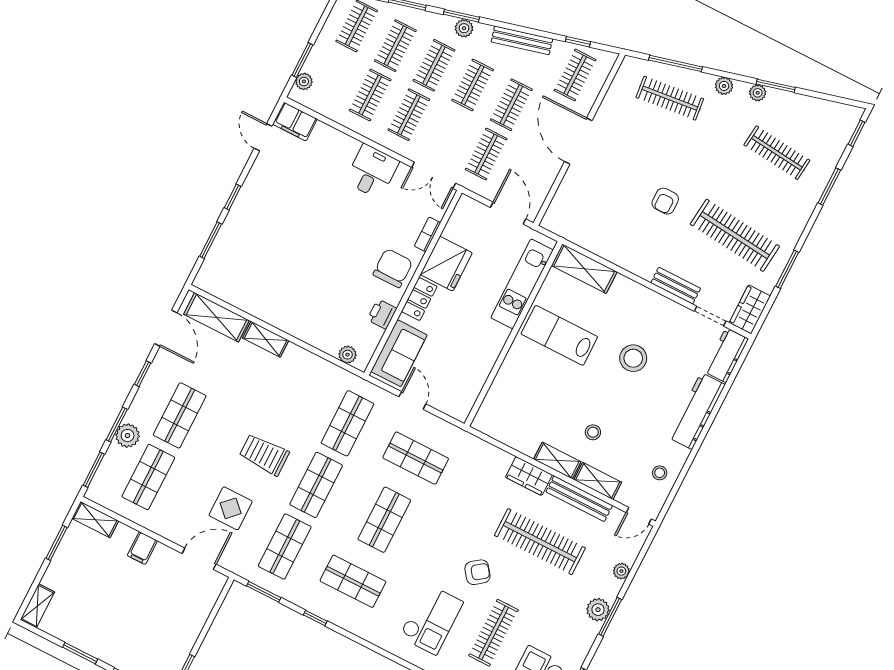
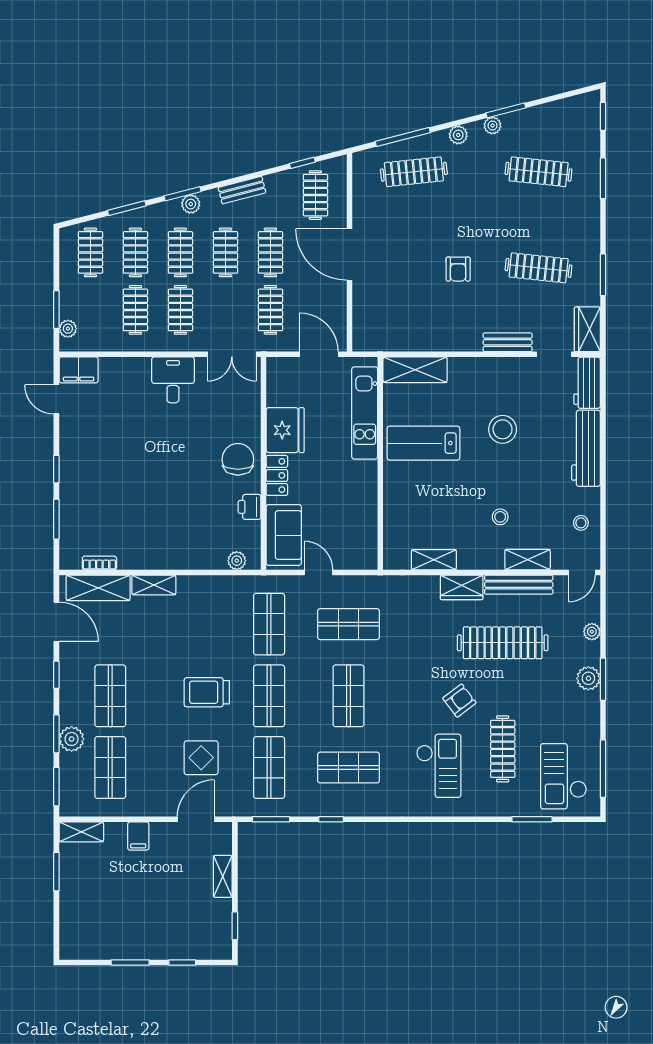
bench: (522, 40) -> (242, 190), width x0.73
bookcase: (427, 234) -> (99, 563), moved, turned 90
clothes rail: (735, 235) -> (539, 268), width x0.73, depth x0.76
shelving: (557, 460) -> (434, 560), moved
shelving: (37, 606) -> (223, 876), moved

